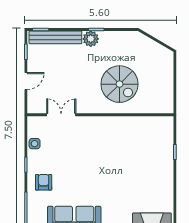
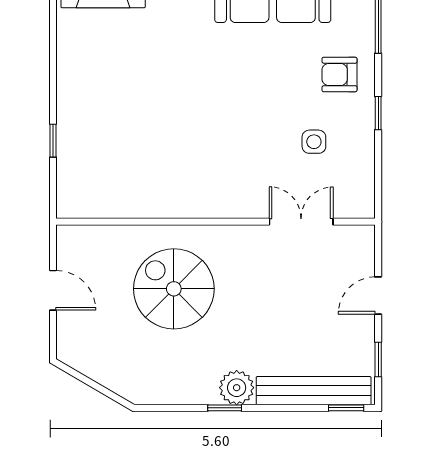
door: (175, 83) -> (53, 290), added
double door: (61, 115) -> (301, 222), swing flipped
side table: (35, 144) -> (314, 142), moved
armchair: (44, 182) -> (340, 74), turned 90

